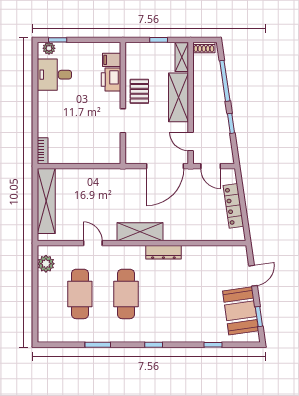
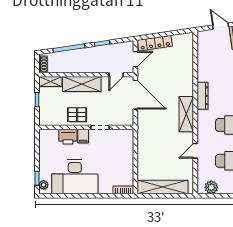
filing cabinet: (112, 60) -> (83, 136), moved
desk: (54, 75) -> (75, 177), width x1.87, depth x1.30
locker: (233, 206) -> (155, 43), moved

